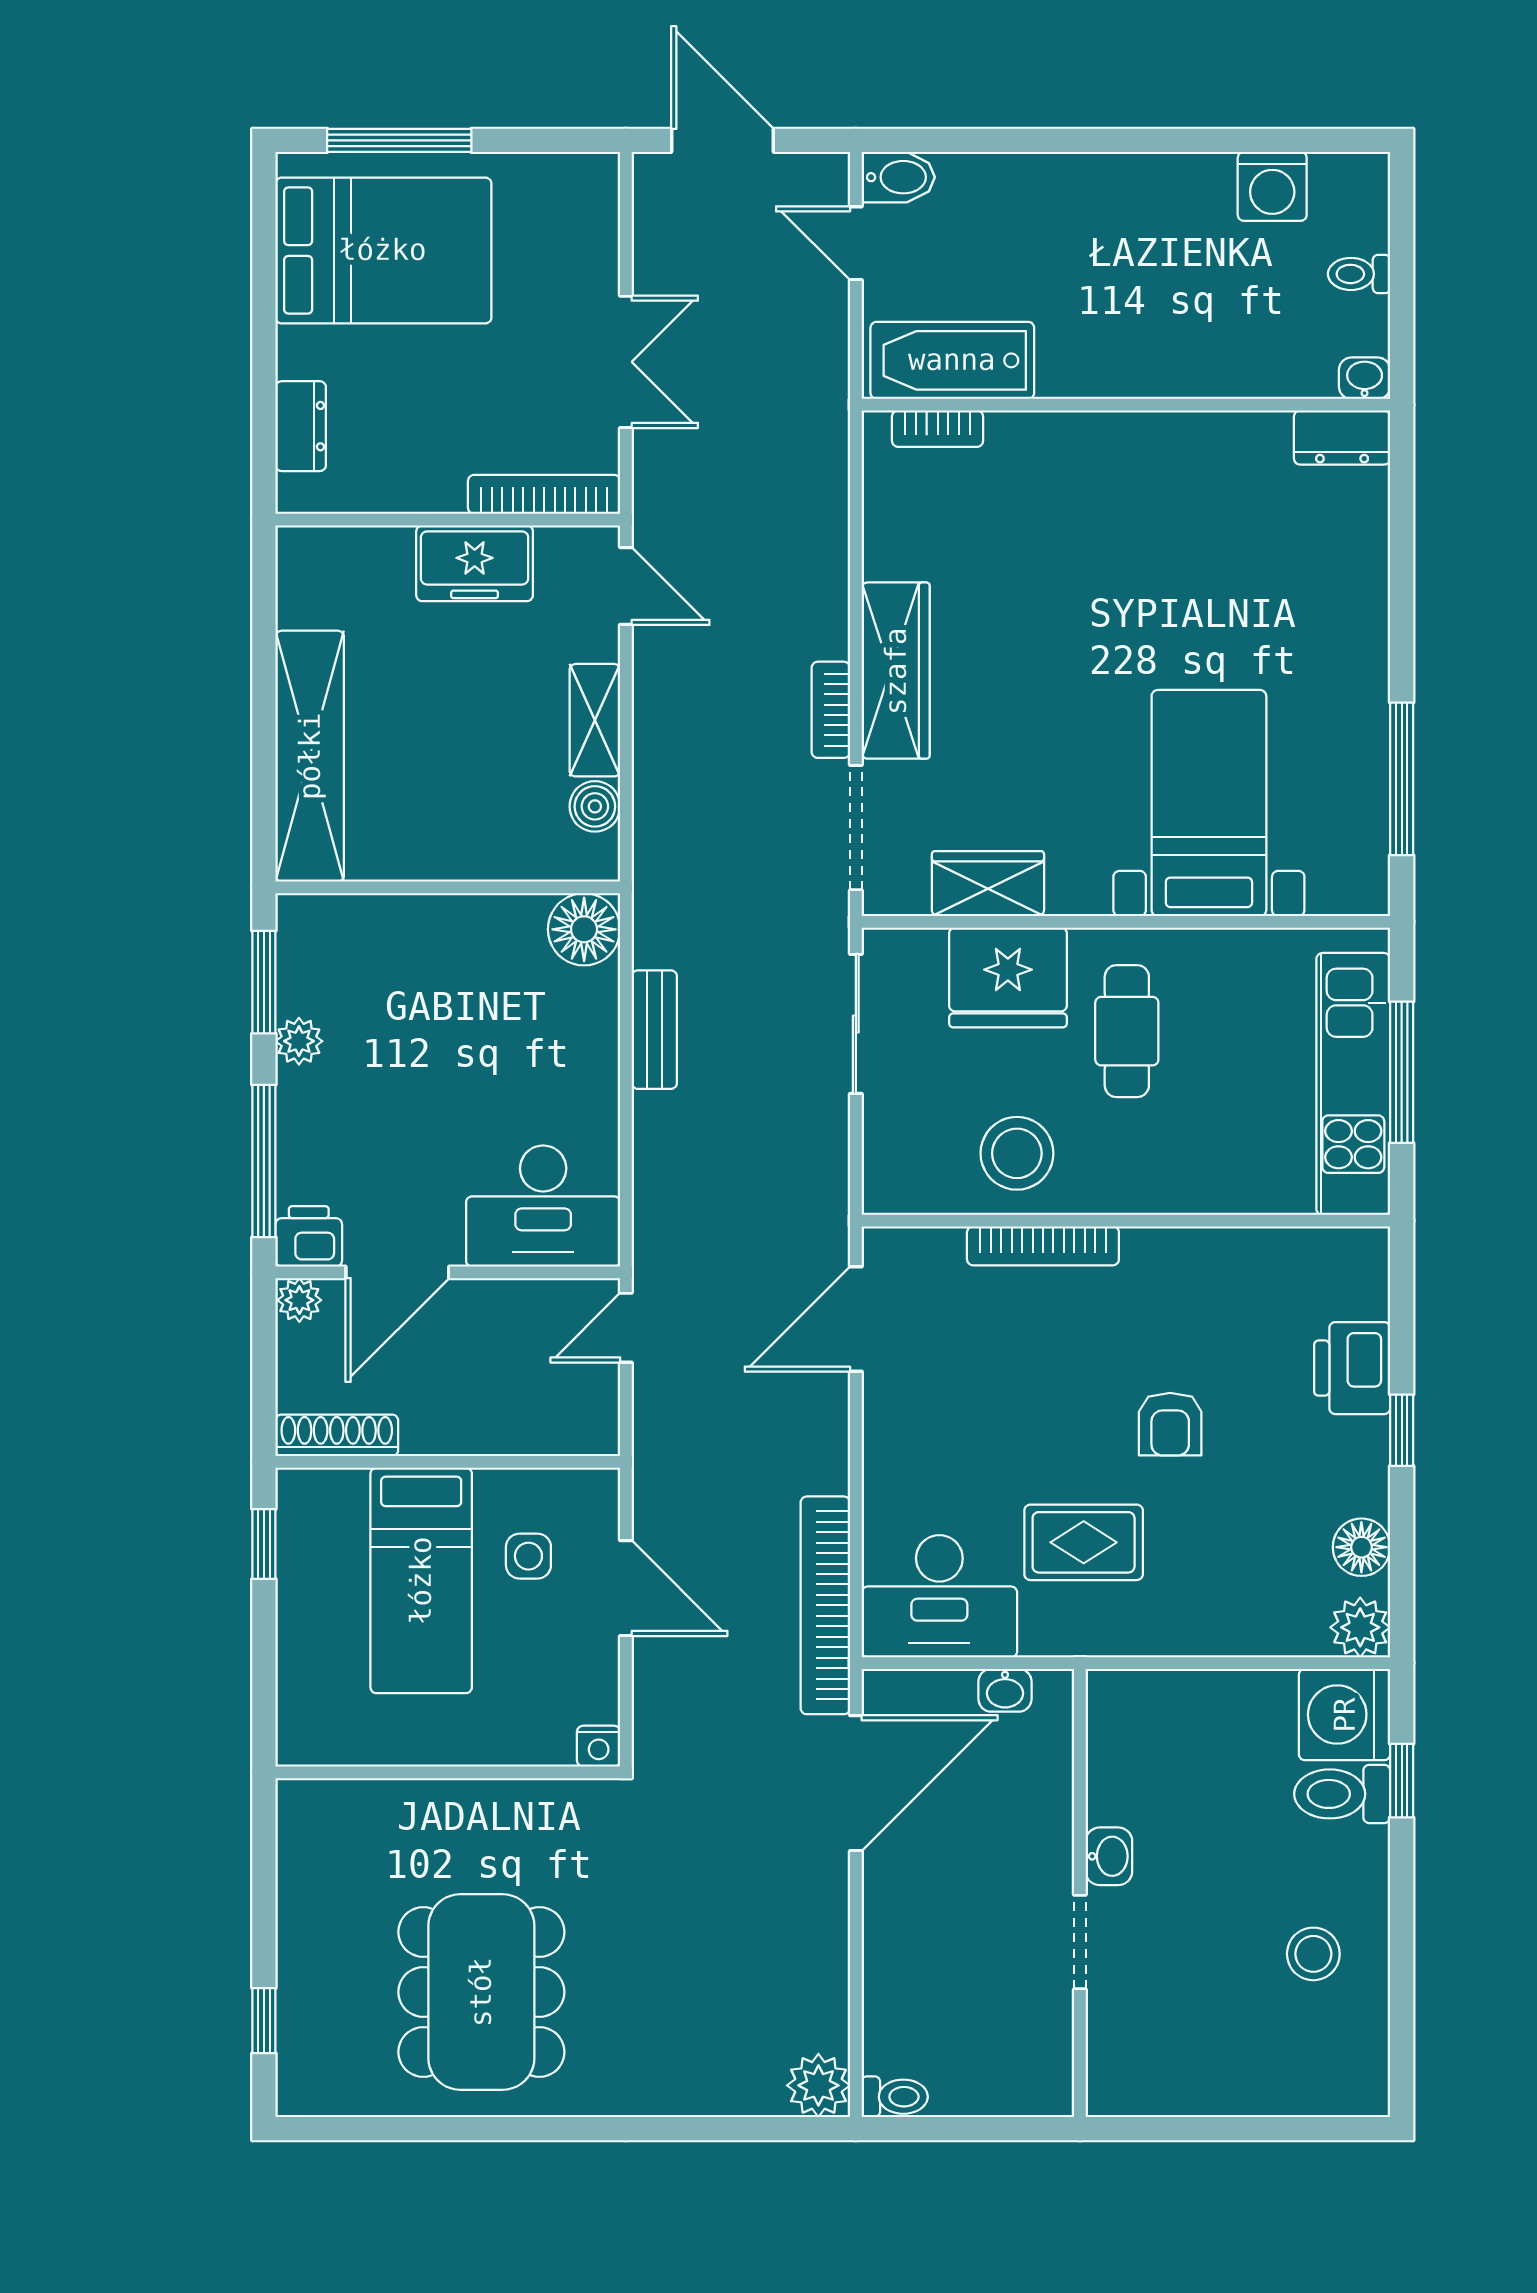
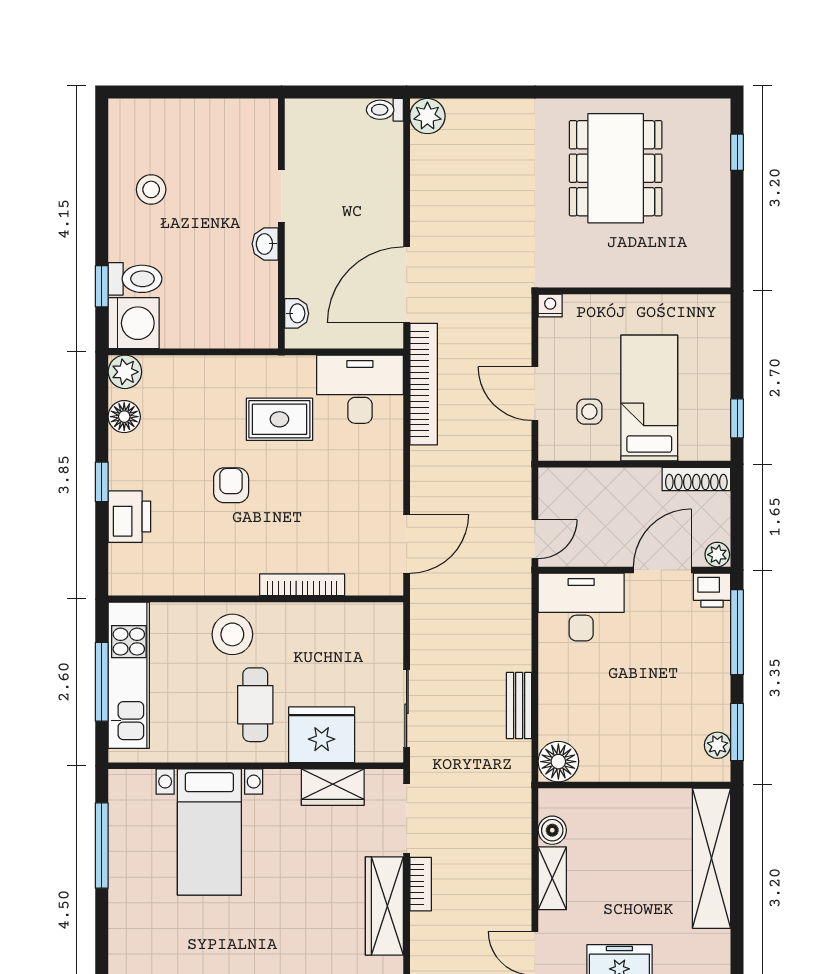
plant: (299, 1041) -> (717, 745), moved
stool: (1017, 1153) -> (232, 634), moved
washbasin: (1005, 1690) -> (297, 313), moved, turned 90

